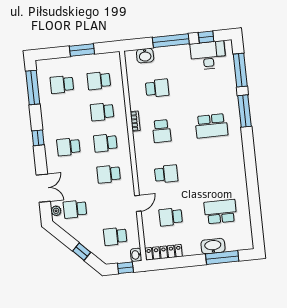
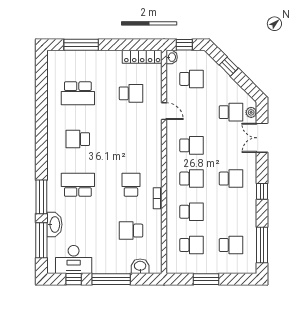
school desk: (166, 174) -> (78, 139), moved
door: (138, 203) -> (164, 111), swing flipped
washbasin: (213, 246) -> (54, 224), moved, turned -90

